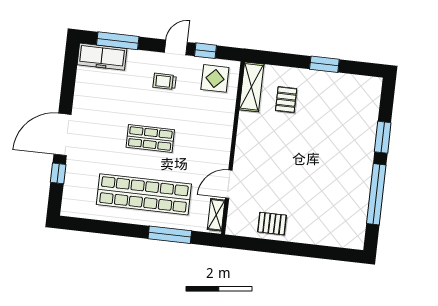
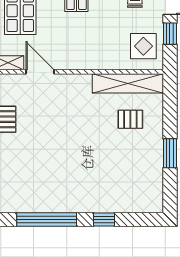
shelving: (252, 87) -> (128, 83), width x1.47
window: (383, 137) -> (104, 220), width x0.67

